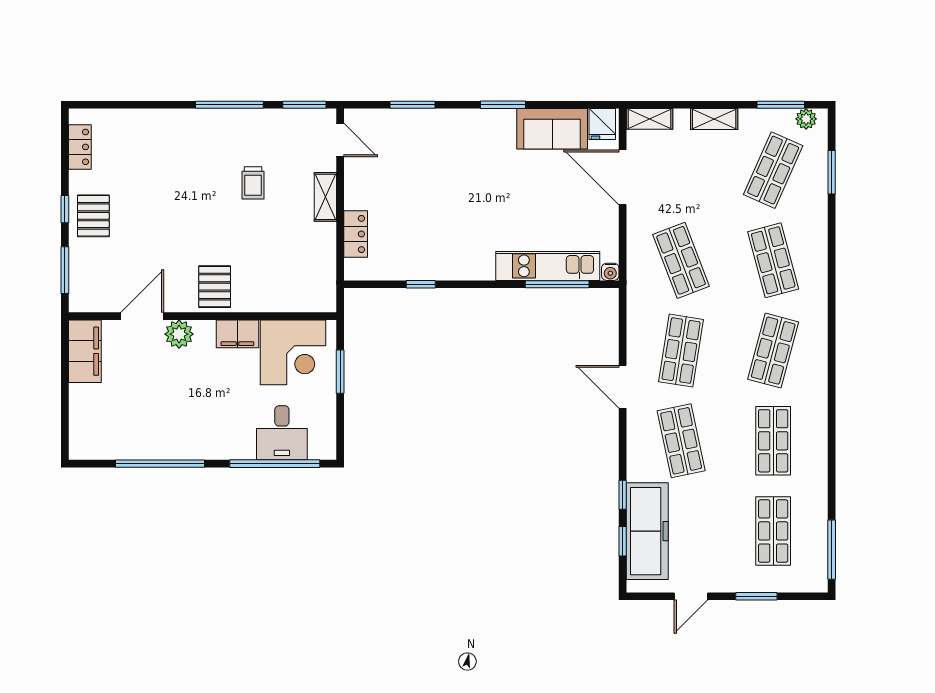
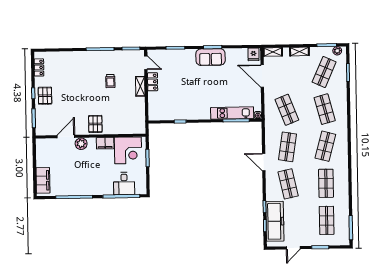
sofa: (552, 129) -> (211, 57), moved
locker: (356, 234) -> (153, 82), moved
filing cabinet: (85, 351) -> (43, 180), moved

